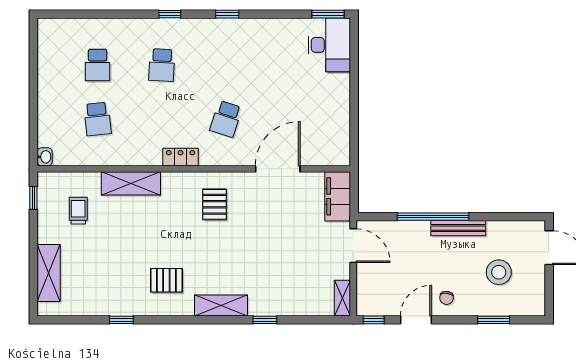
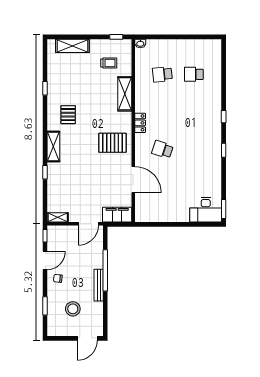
school desk: (162, 65) -> (194, 112), removed
pallet: (214, 204) -> (113, 143), width x1.50, depth x1.42
door: (416, 320) -> (45, 260), hinge flipped

